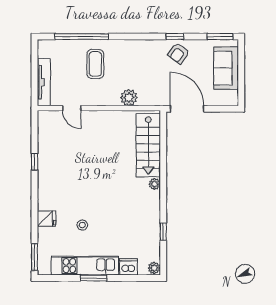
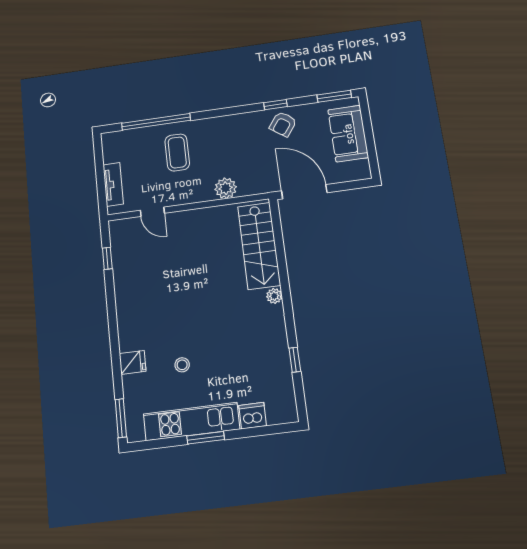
tv unit: (44, 82) -> (113, 184), width x0.71
window: (35, 162) -> (107, 258), moved
plant: (154, 268) -> (289, 413), removed

